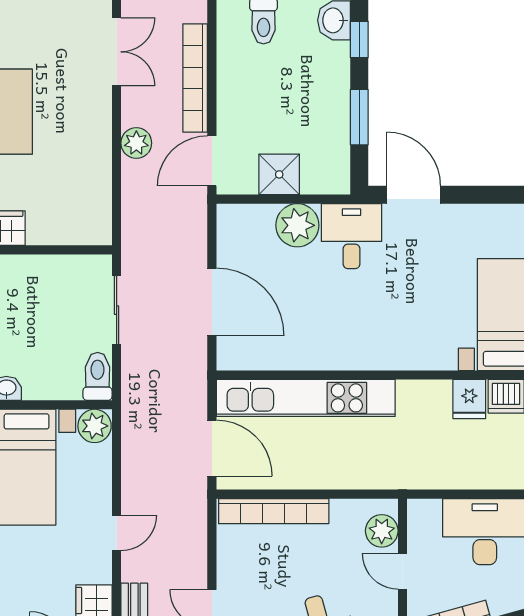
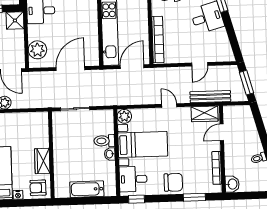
shower: (279, 174) -> (15, 21), moved
plant: (297, 225) -> (37, 50), moved
toilet: (98, 376) -> (104, 141), moved

